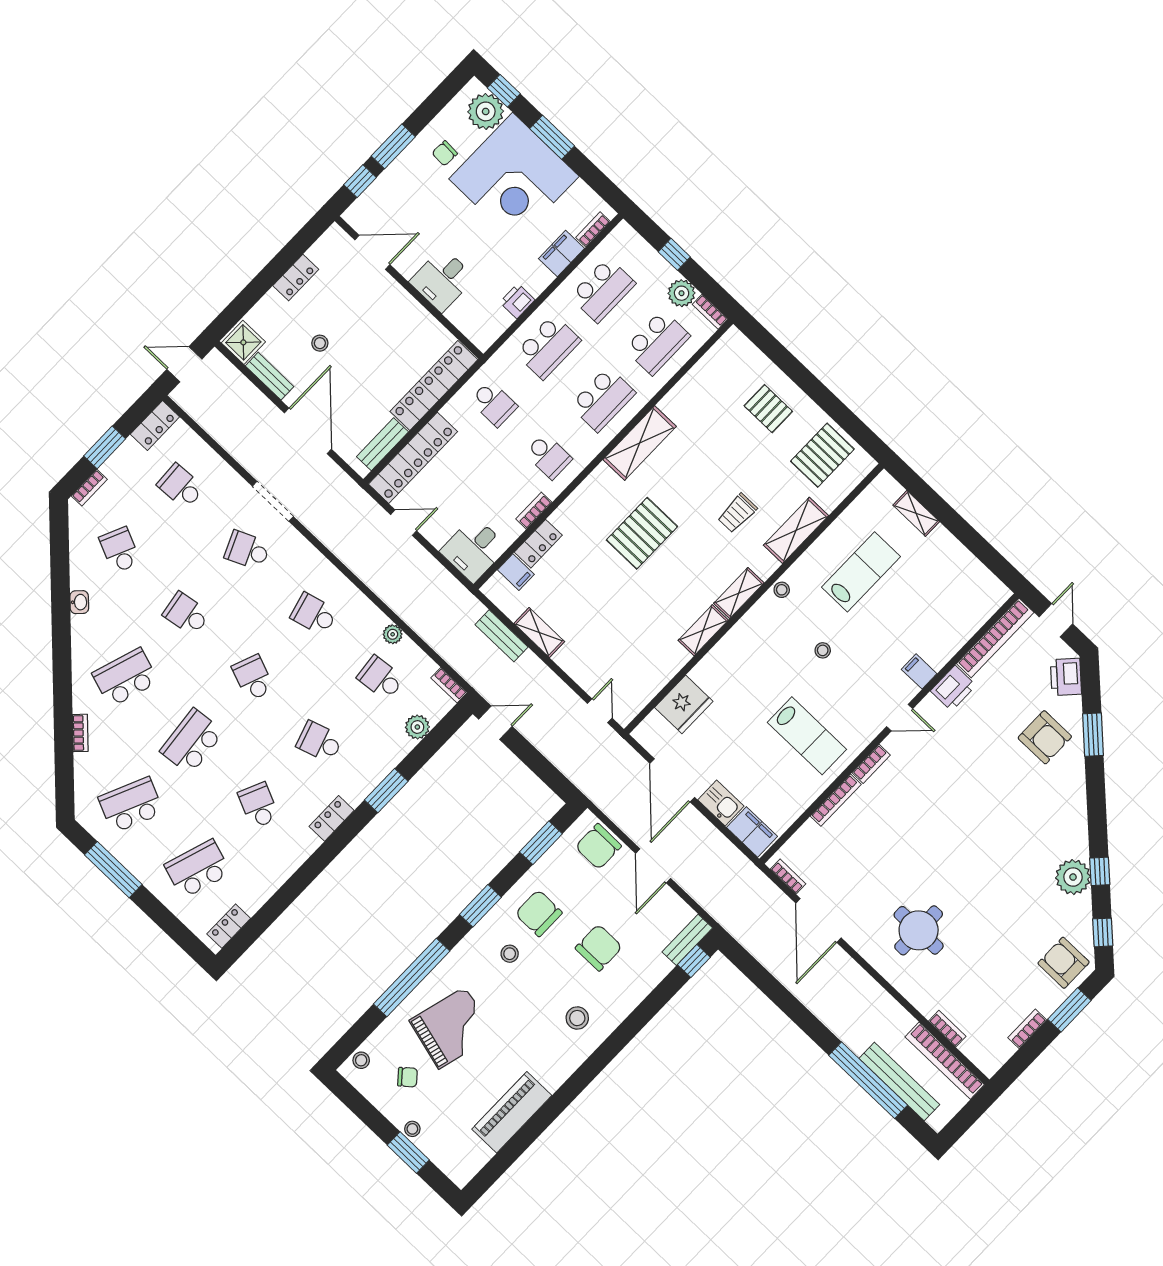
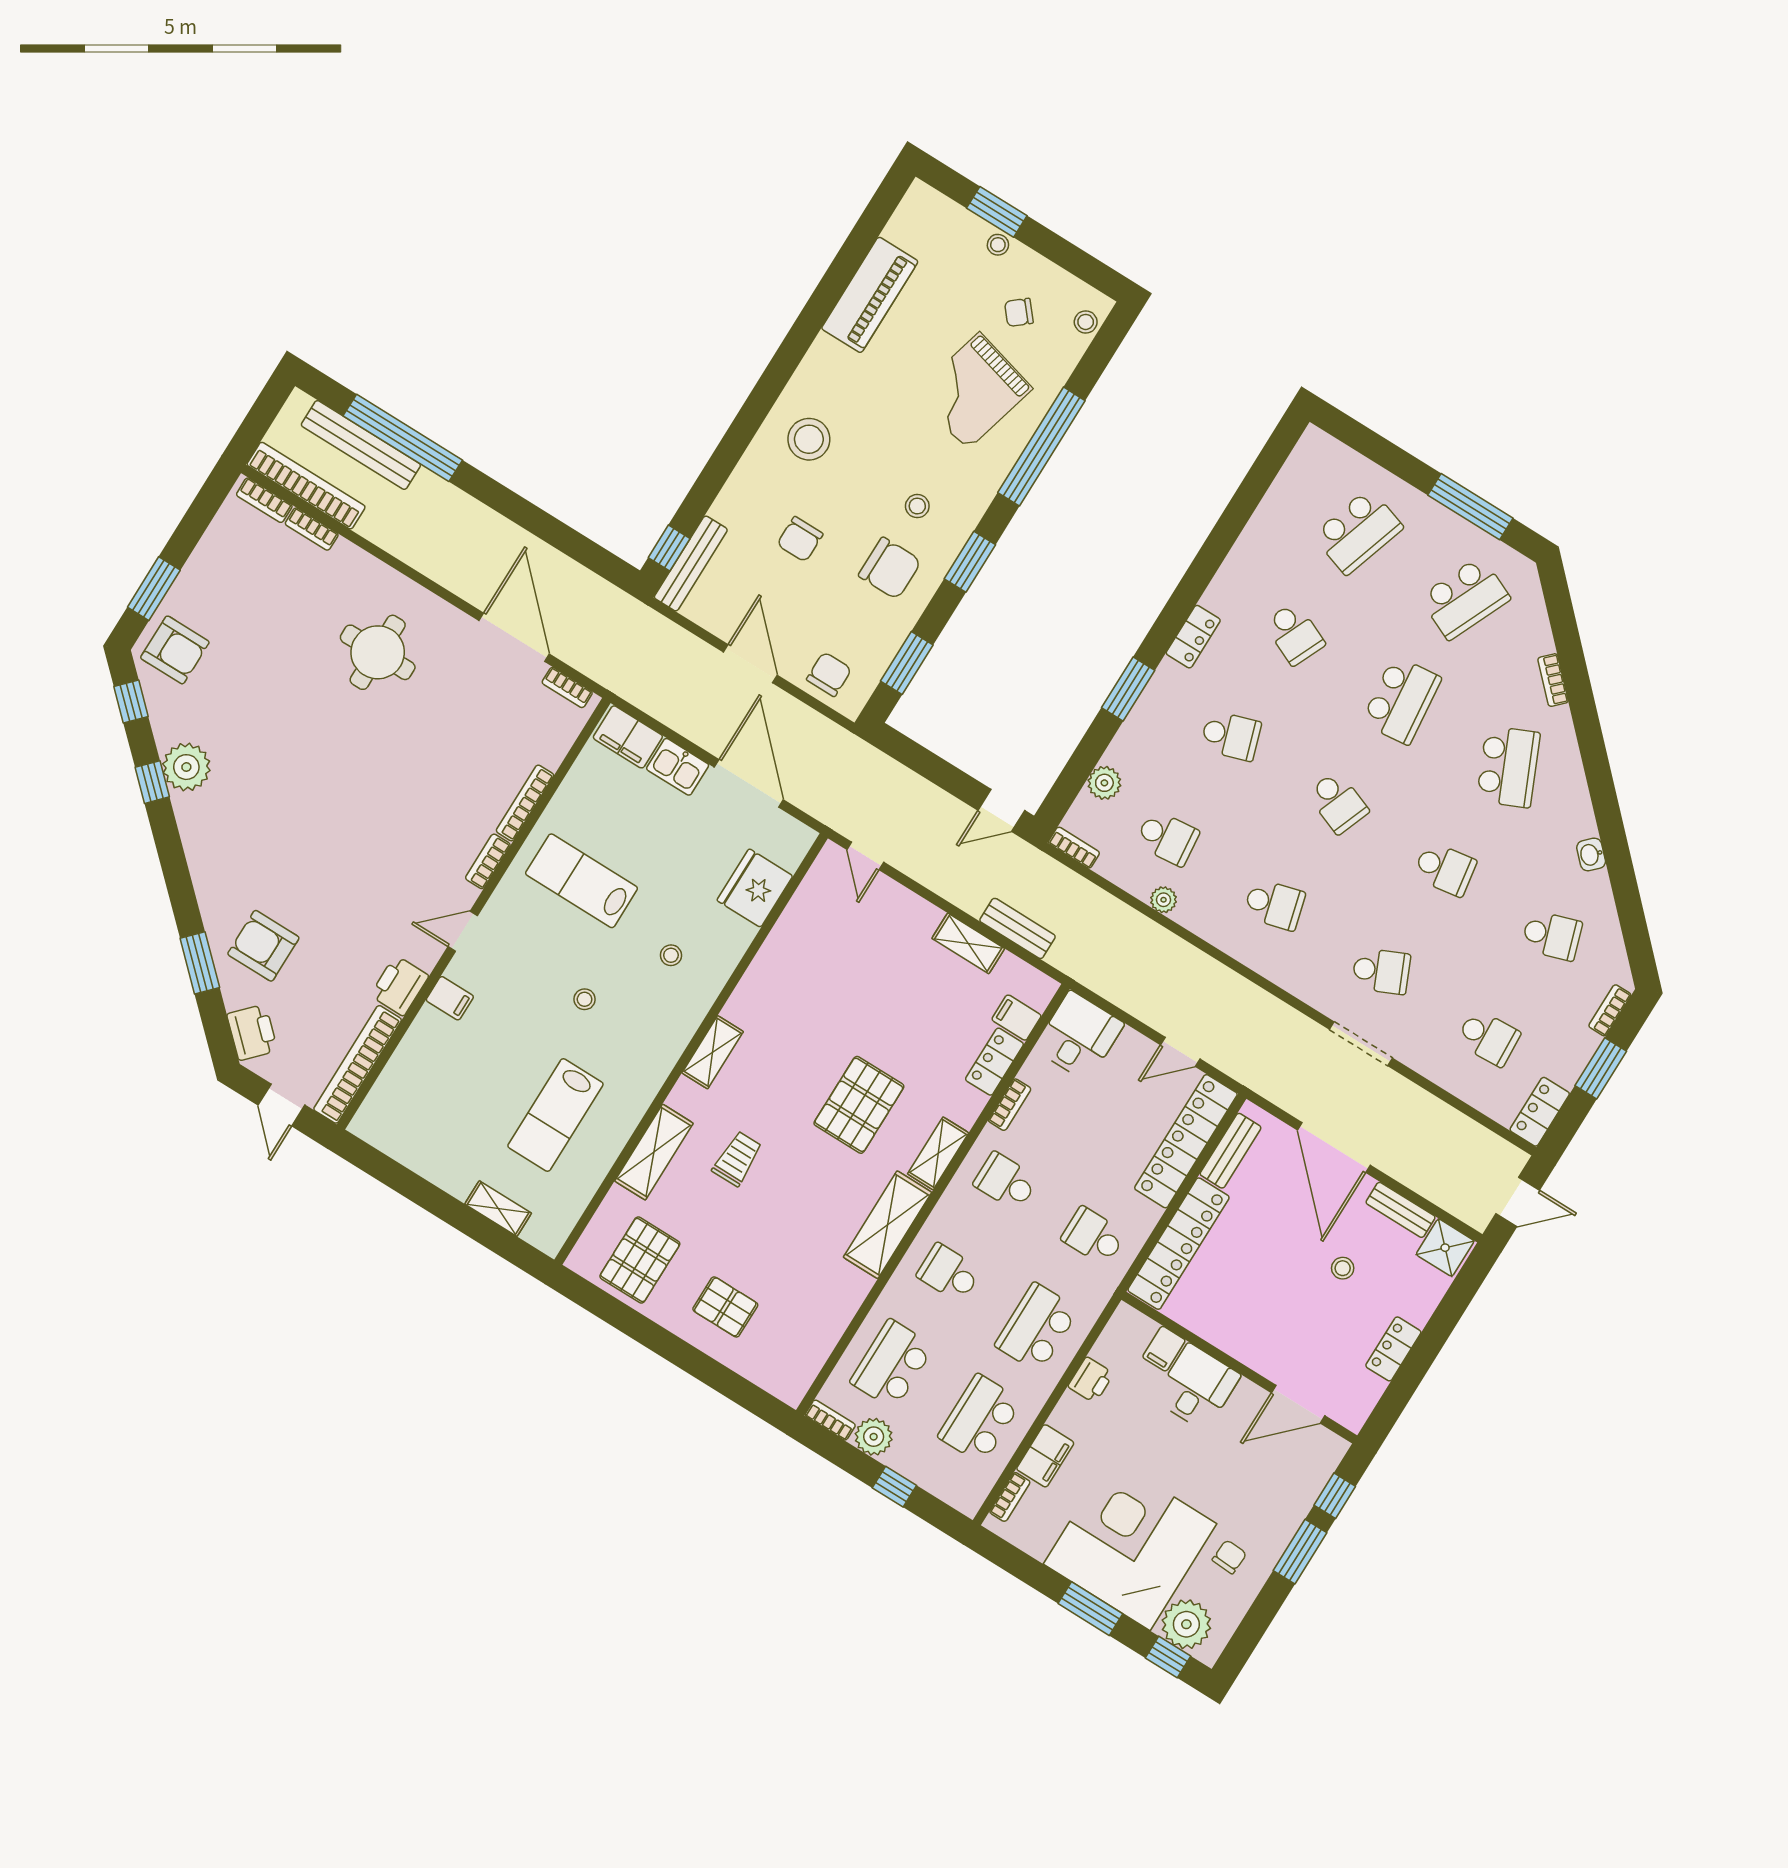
filing cabinet: (460, 312) -> (1164, 1349), added
school desk: (603, 399) -> (949, 1273), width x0.54
school desk: (120, 550) -> (1552, 936), turned -42
stool: (782, 590) -> (671, 955), moved
shelving: (703, 630) -> (938, 1153), moved
school desk: (125, 678) -> (1508, 767), turned -42
chair: (598, 846) -> (829, 674), width x0.73, depth x0.73
locker: (229, 926) -> (1300, 464), removed
bench: (687, 940) -> (691, 563), width x1.36
chair: (599, 948) -> (800, 539), width x0.73, depth x0.73
stool: (577, 1018) -> (809, 439), width x1.38, depth x1.38
bookcase: (1027, 1029) -> (264, 500), moved, turned 90

